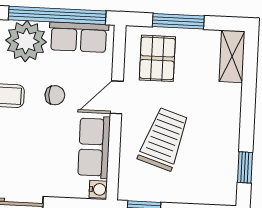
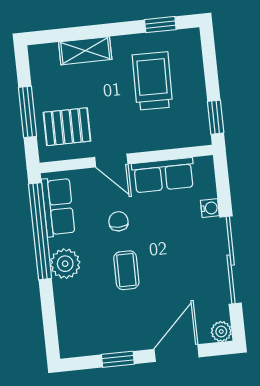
plant: (26, 41) -> (65, 264), width x0.73, depth x0.73
shelving: (232, 56) -> (85, 51), moved
trolley: (164, 139) -> (152, 81), moved, turned 73
water cooler: (98, 189) -> (210, 208), moved, turned 90

